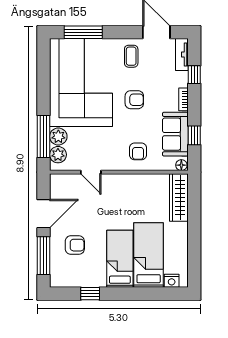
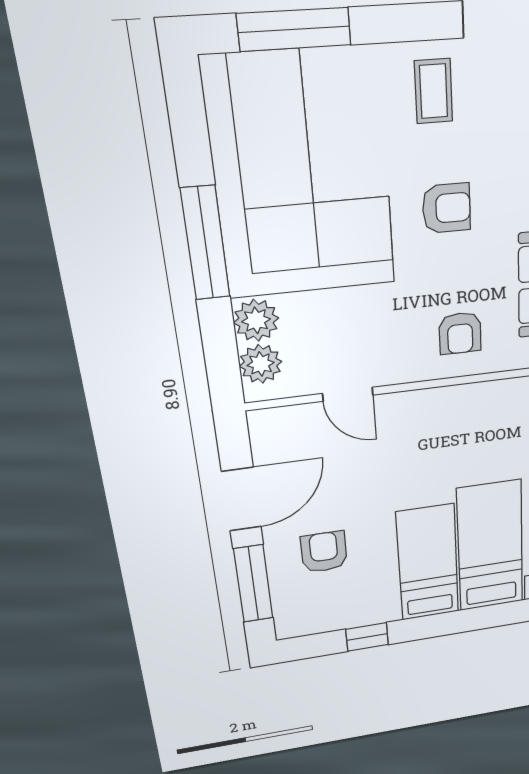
window: (44, 137) -> (205, 243), moved
armchair: (75, 245) -> (324, 552), turned -90

